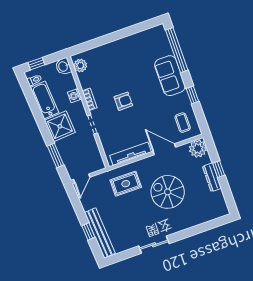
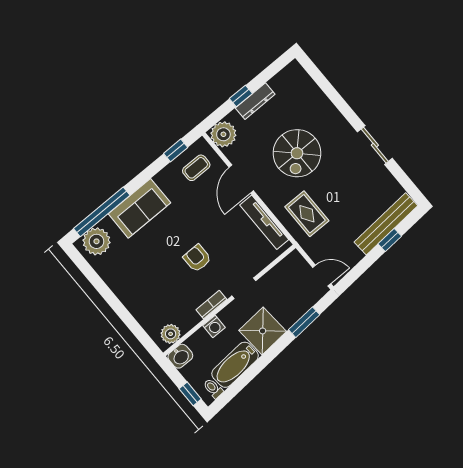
plant: (159, 40) -> (96, 241), added
window: (192, 95) -> (176, 150), moved

